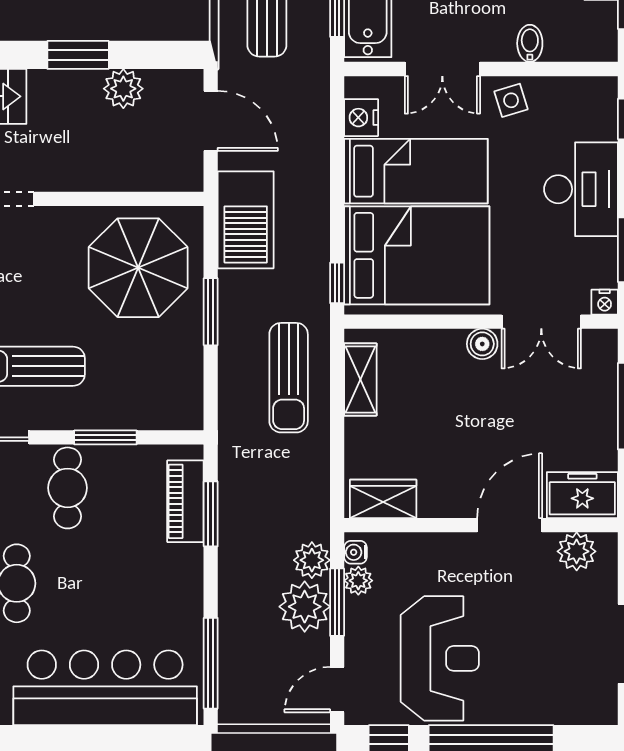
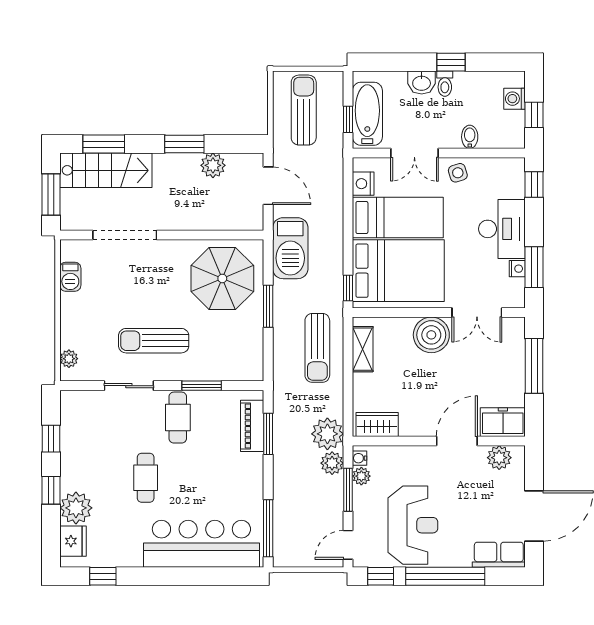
nightstand: (605, 302) -> (517, 269), moved, turned -90
boiler: (482, 344) -> (431, 335), width x1.86, depth x1.86
plant: (305, 607) -> (327, 434), moved
row of seats: (576, 705) -> (499, 555), added

